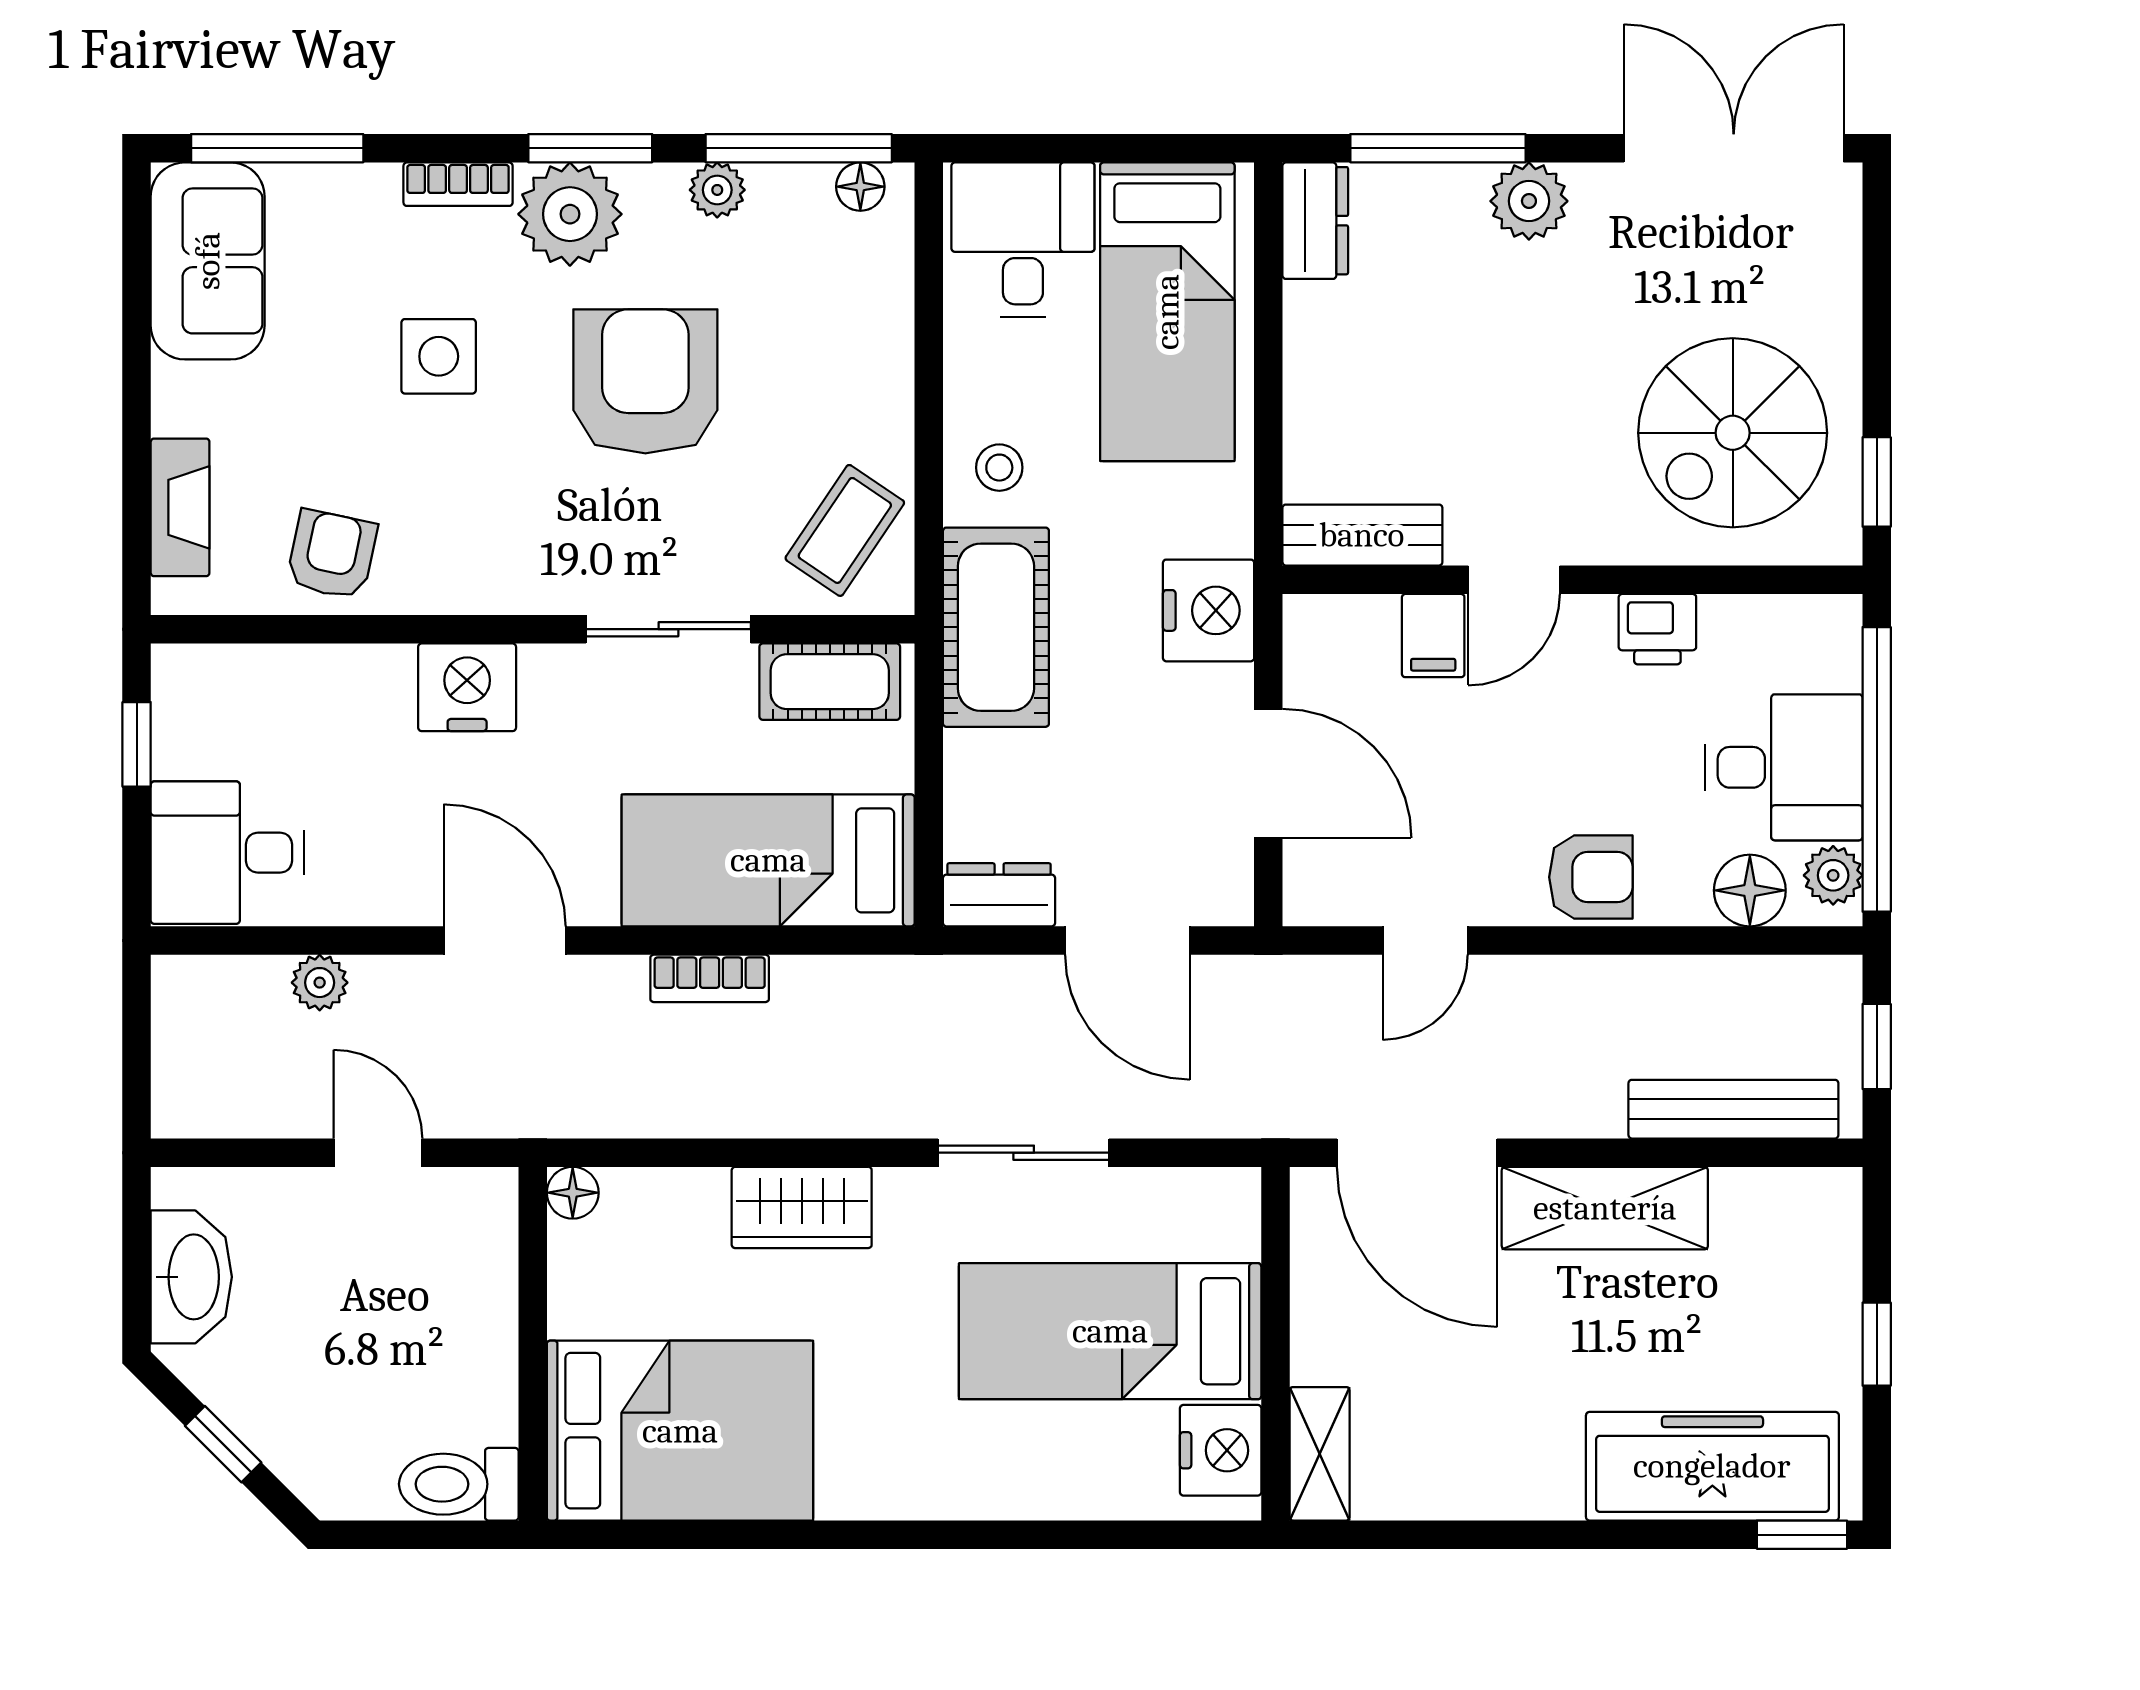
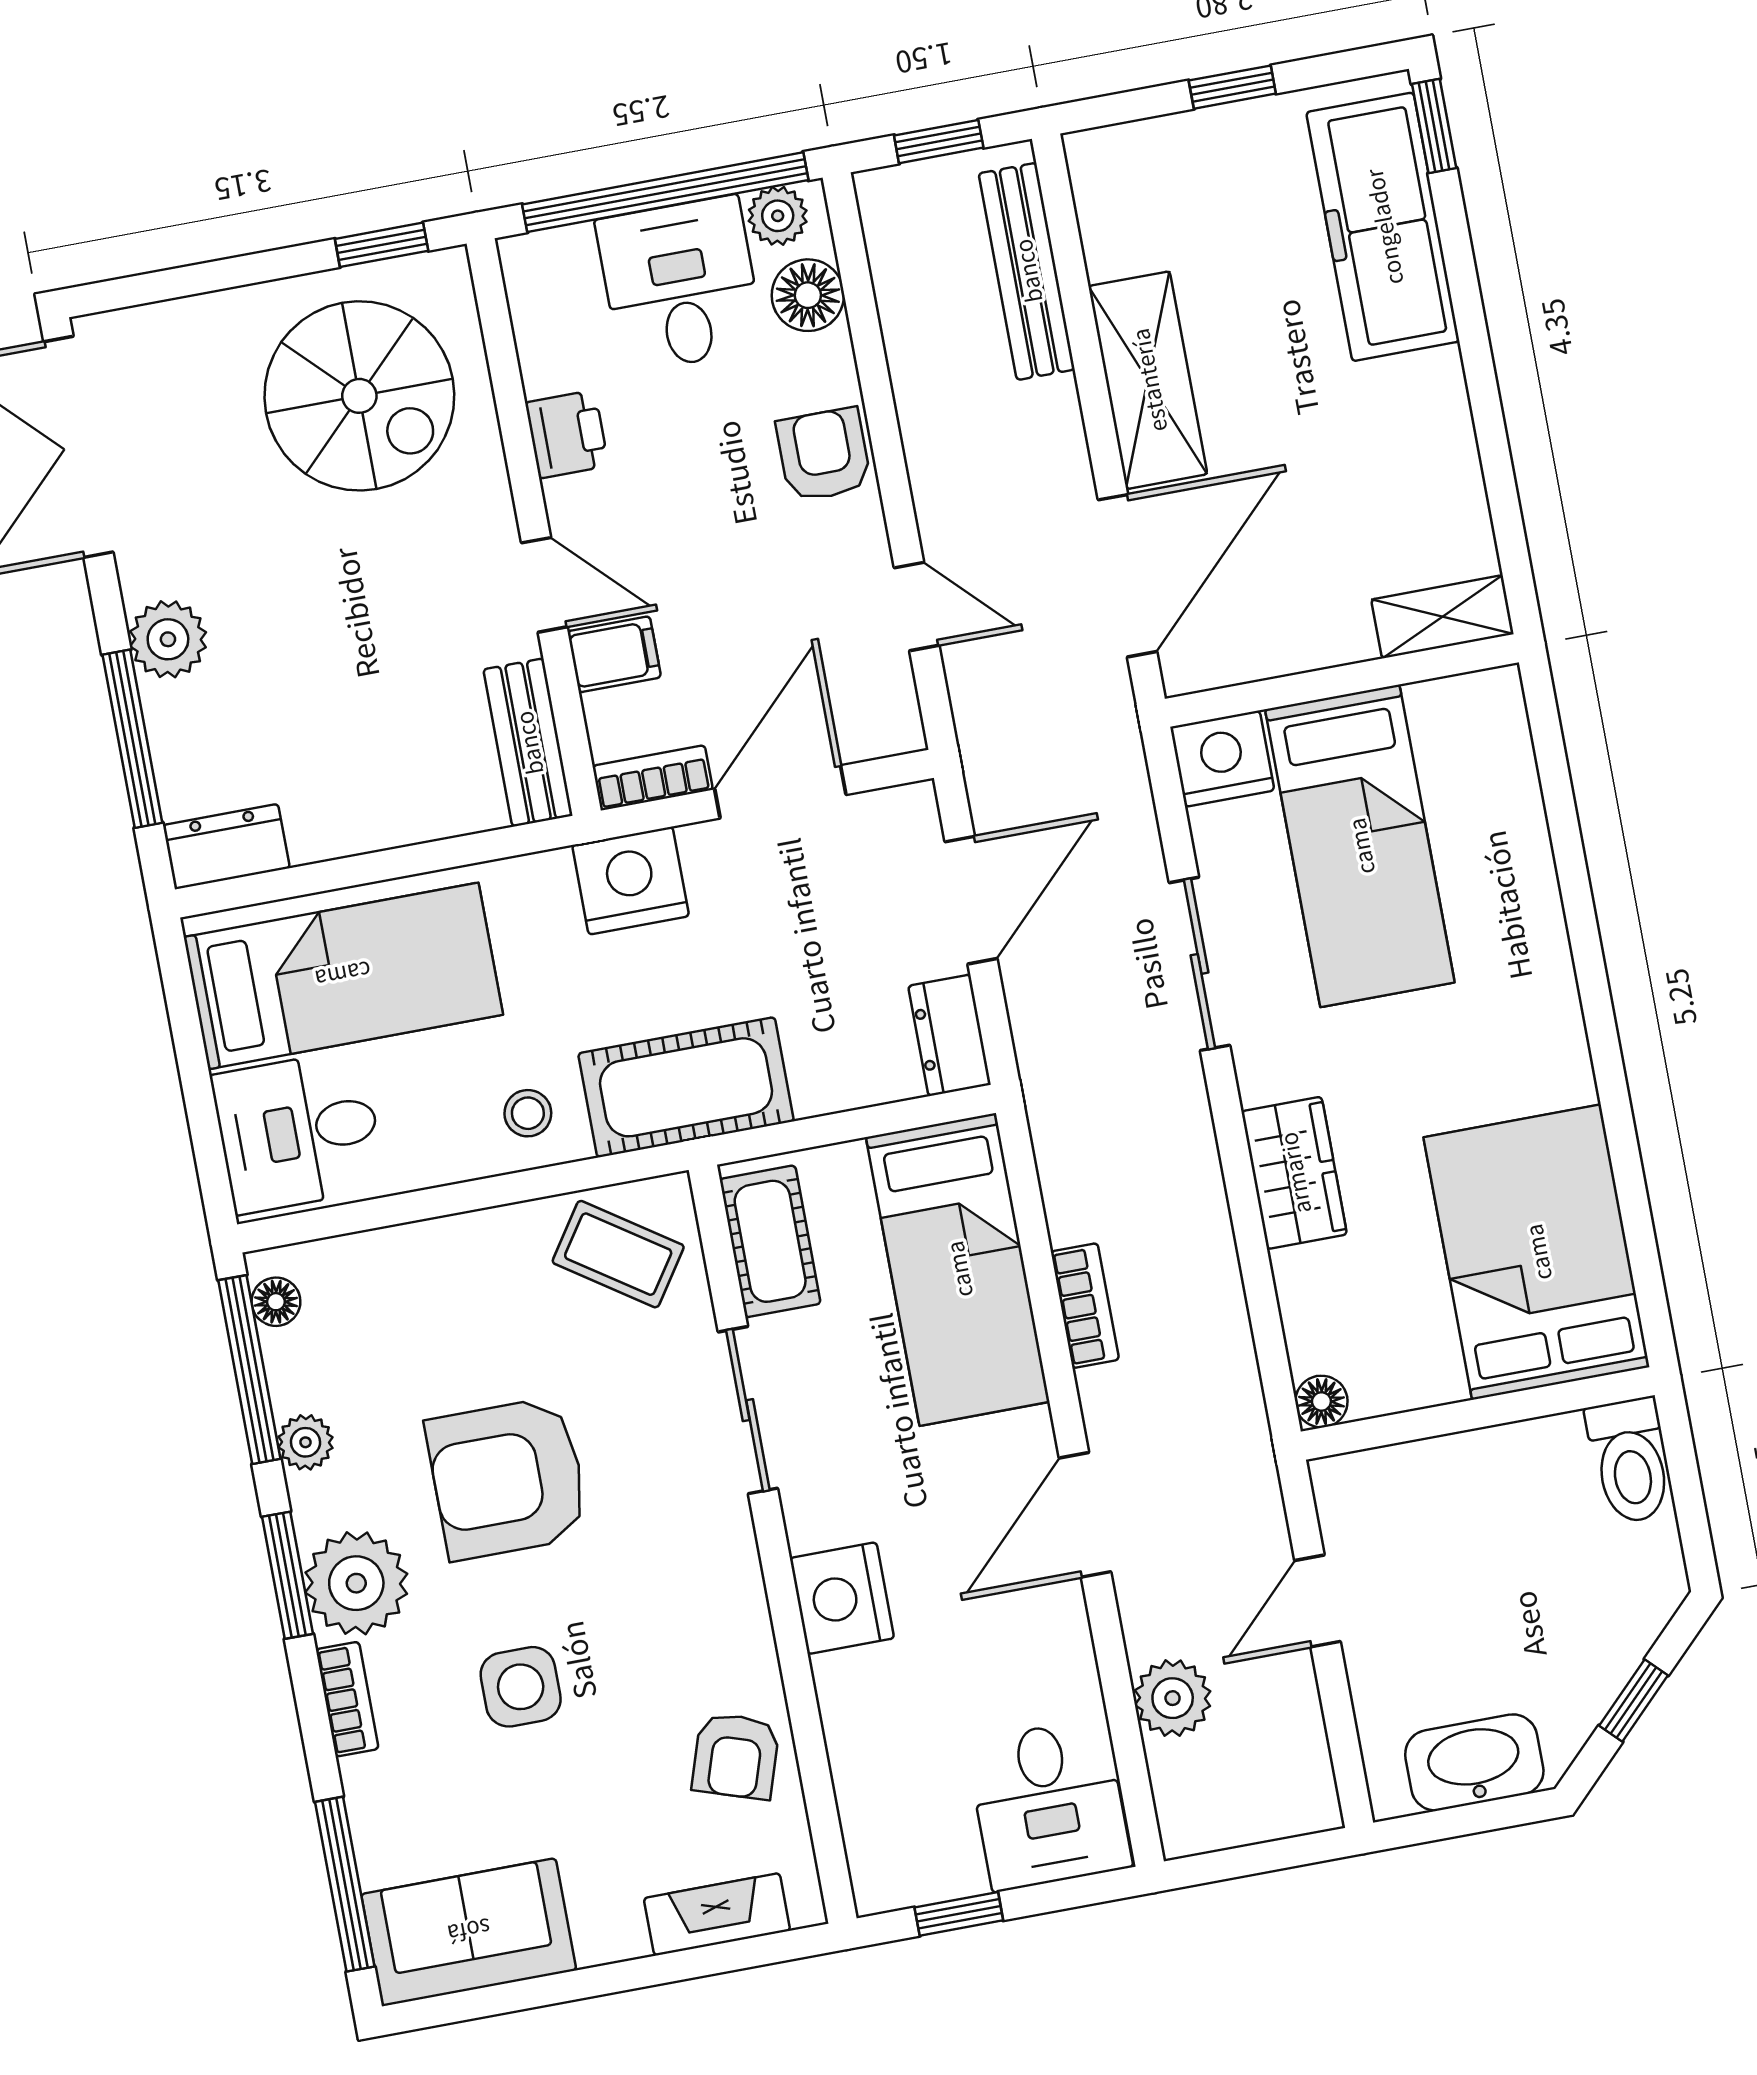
armchair: (332, 555) -> (736, 1756), turned -84
bookcase: (1305, 651) -> (653, 778), added
plant: (320, 983) -> (1173, 1698), width x1.38, depth x1.38
nightstand: (1221, 1450) -> (1222, 759), moved

